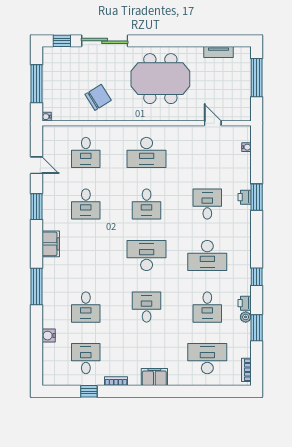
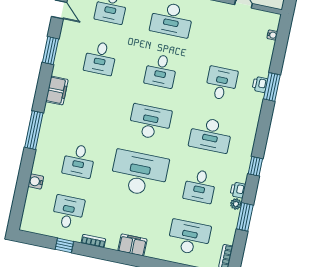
desk: (147, 307) -> (139, 173), width x1.87, depth x1.30

